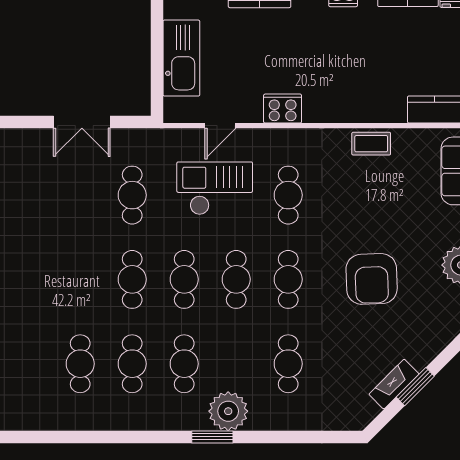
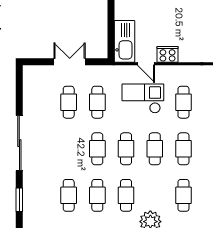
kitchen sink: (181, 58) -> (124, 41), moved
cooker: (283, 109) -> (168, 54), moved
double door: (82, 122) -> (70, 62), swing flipped
door: (220, 126) -> (146, 64), hinge flipped
cafe table: (80, 195) -> (69, 102), added

